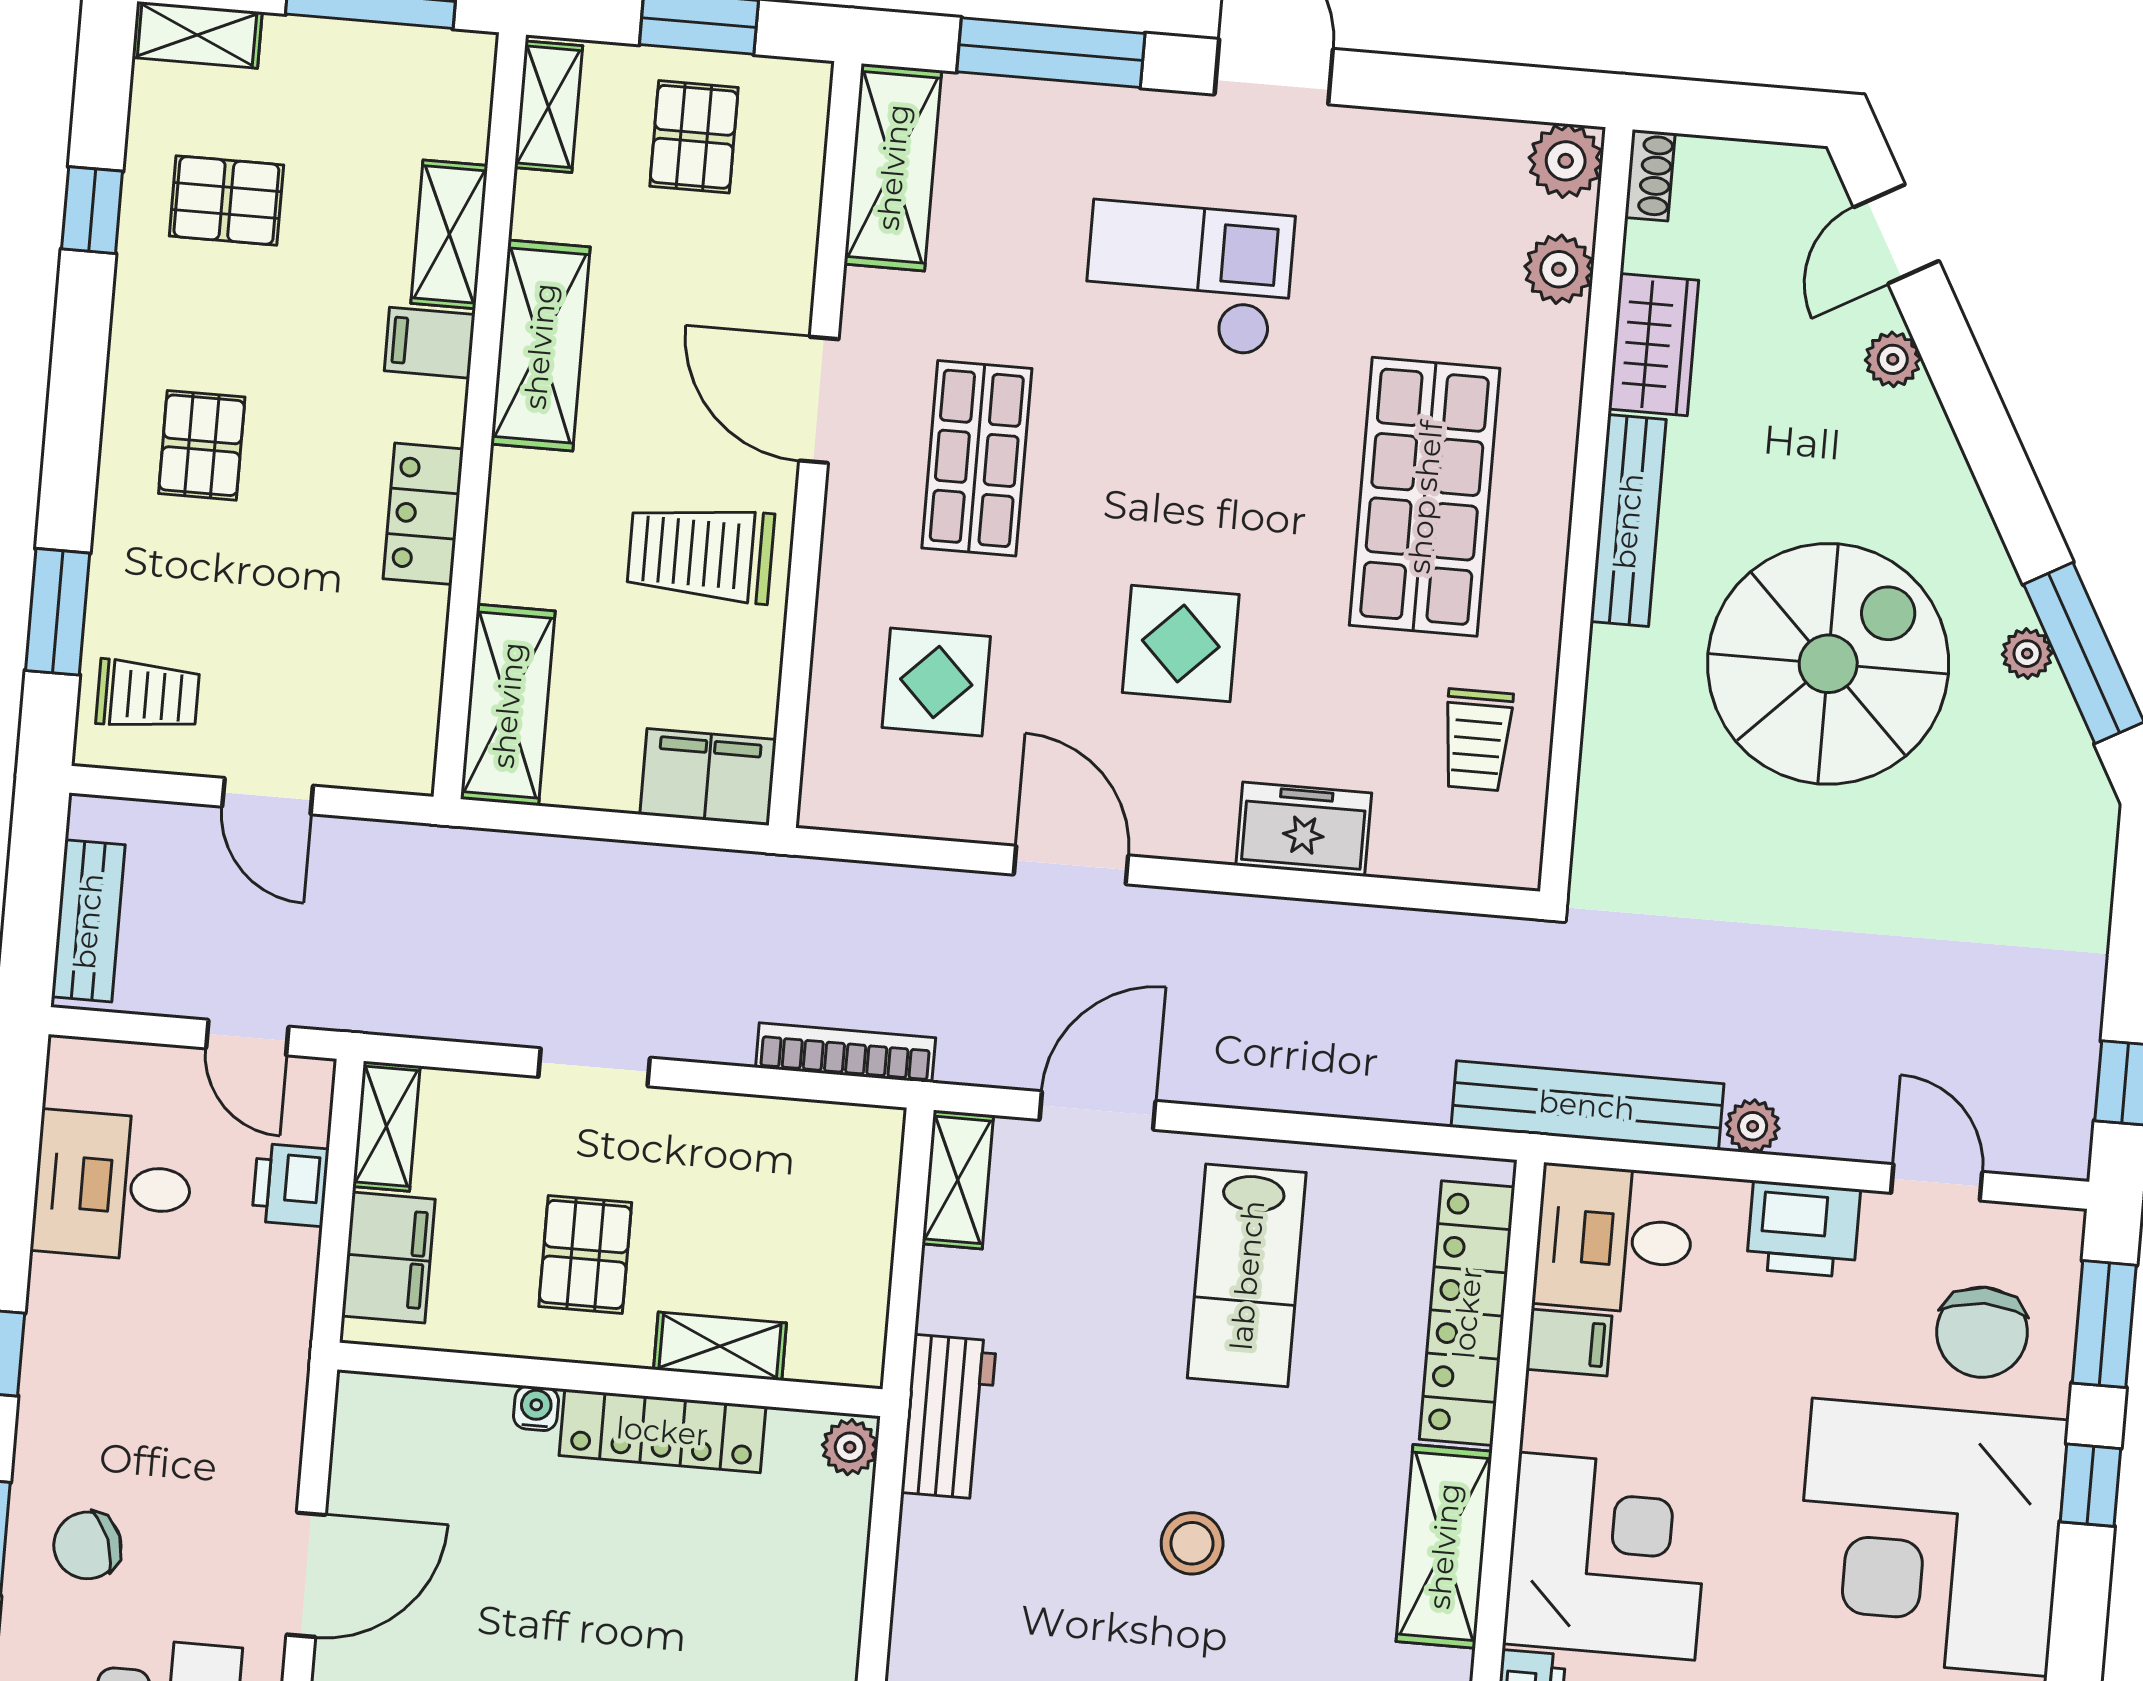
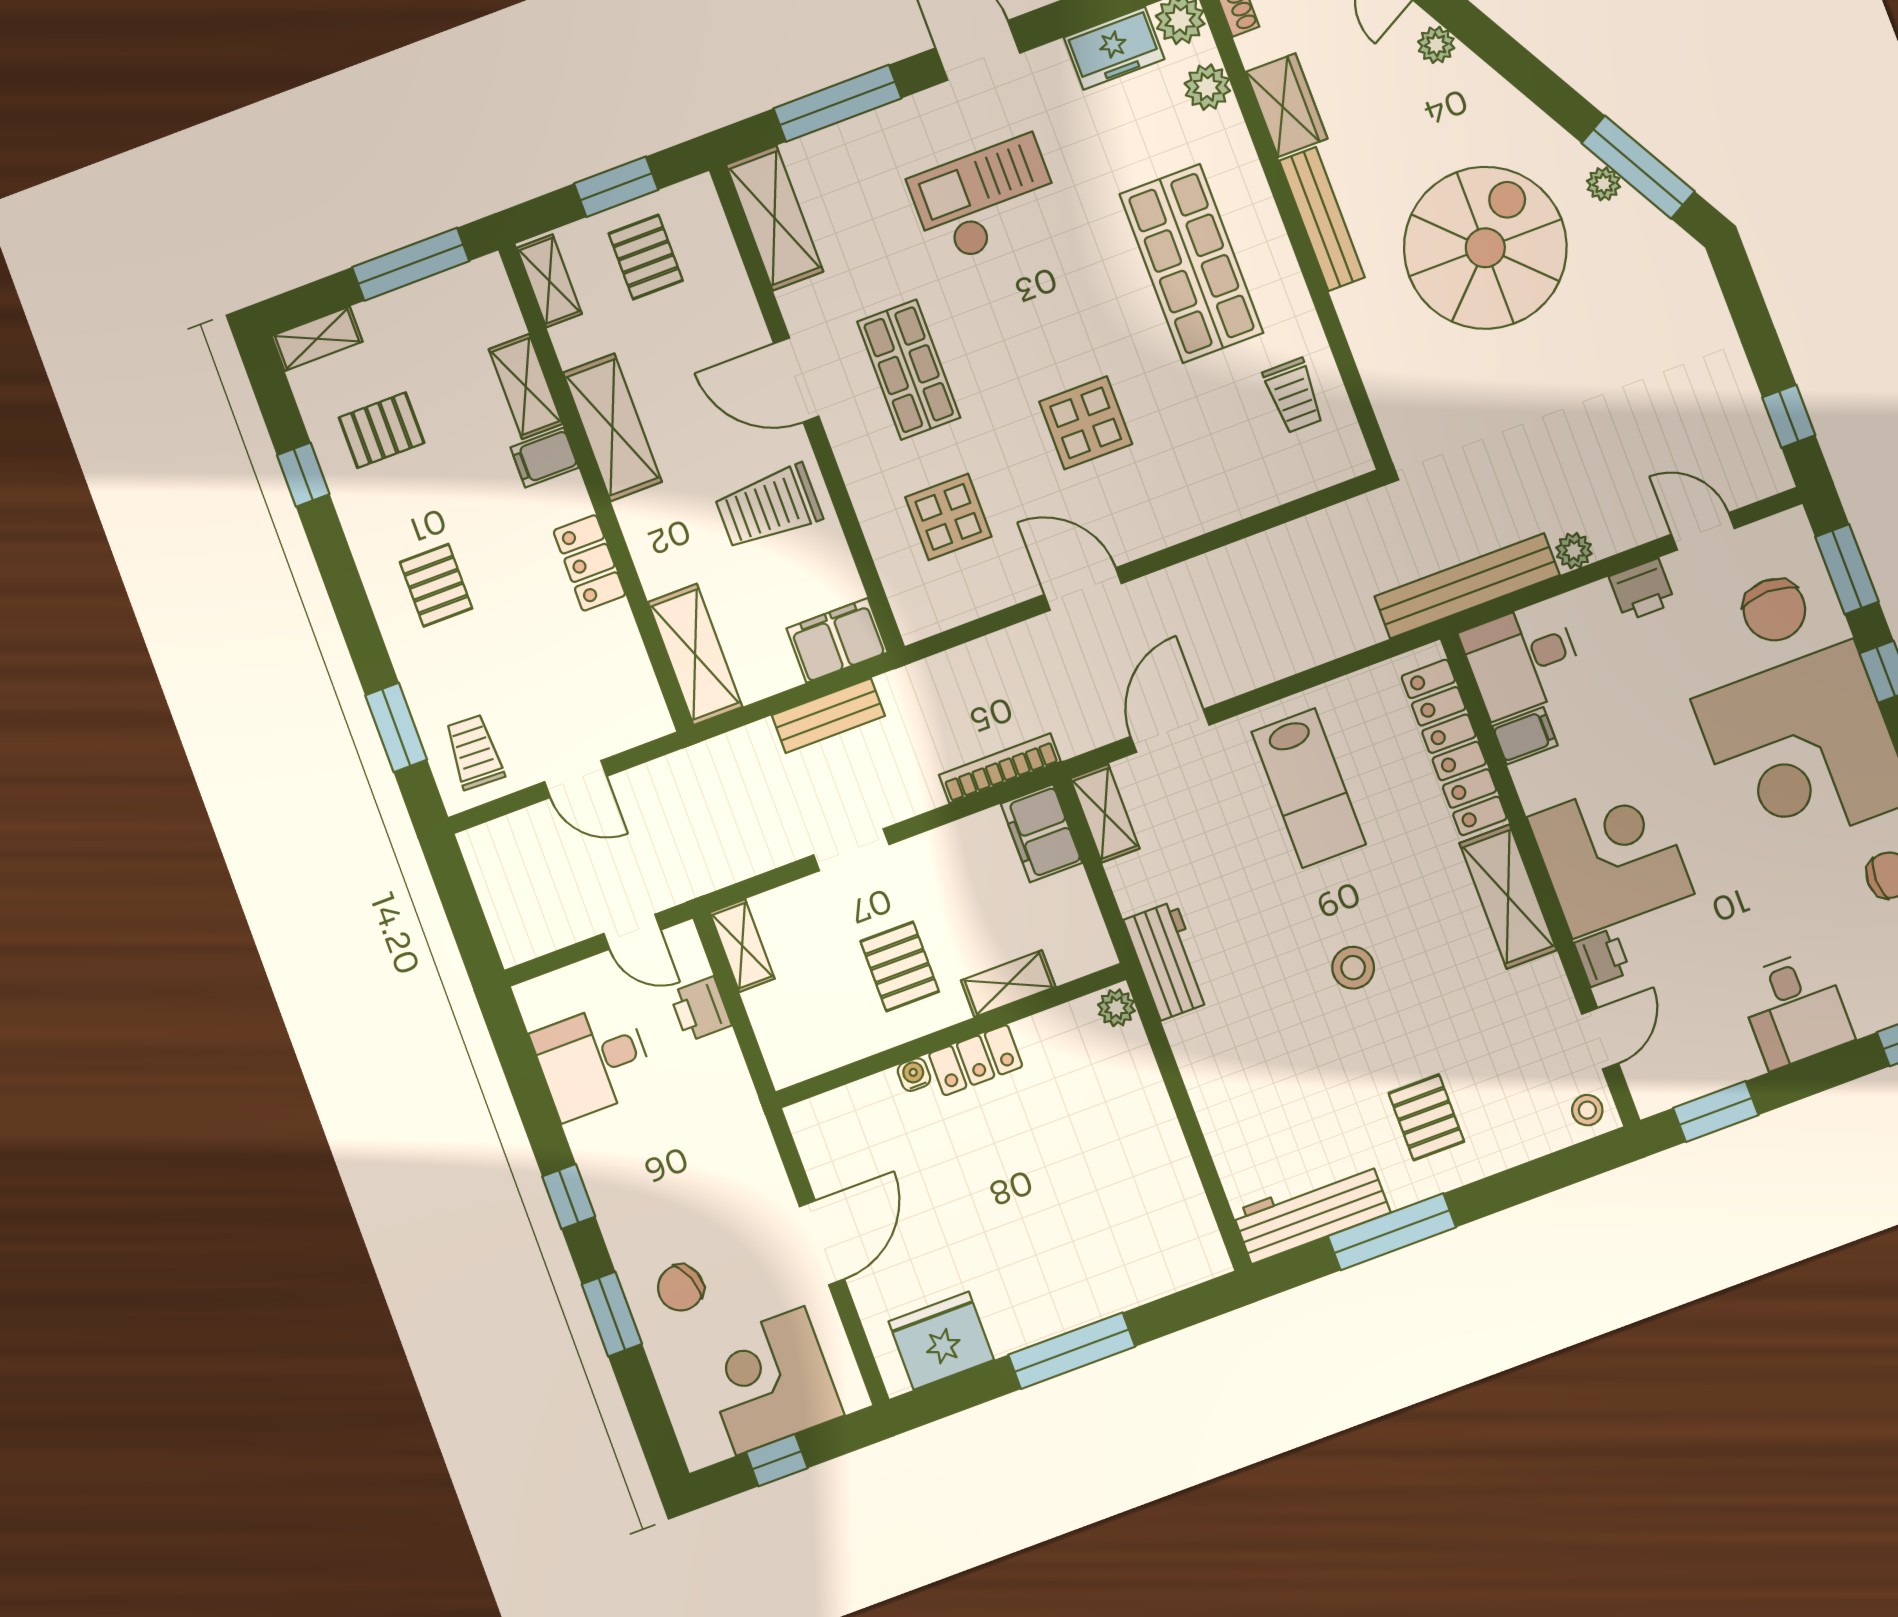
trolley: (148, 695) -> (474, 752), turned -88
freezer: (1304, 829) -> (1114, 48), moved, turned 180
bench: (88, 921) -> (828, 716), moved, turned 90
printer: (1803, 1229) -> (1642, 590), width x0.73, depth x0.81
filing cabinet: (388, 1258) -> (1041, 833), moved, turned 180
locker: (662, 1431) -> (976, 1060), width x0.66

